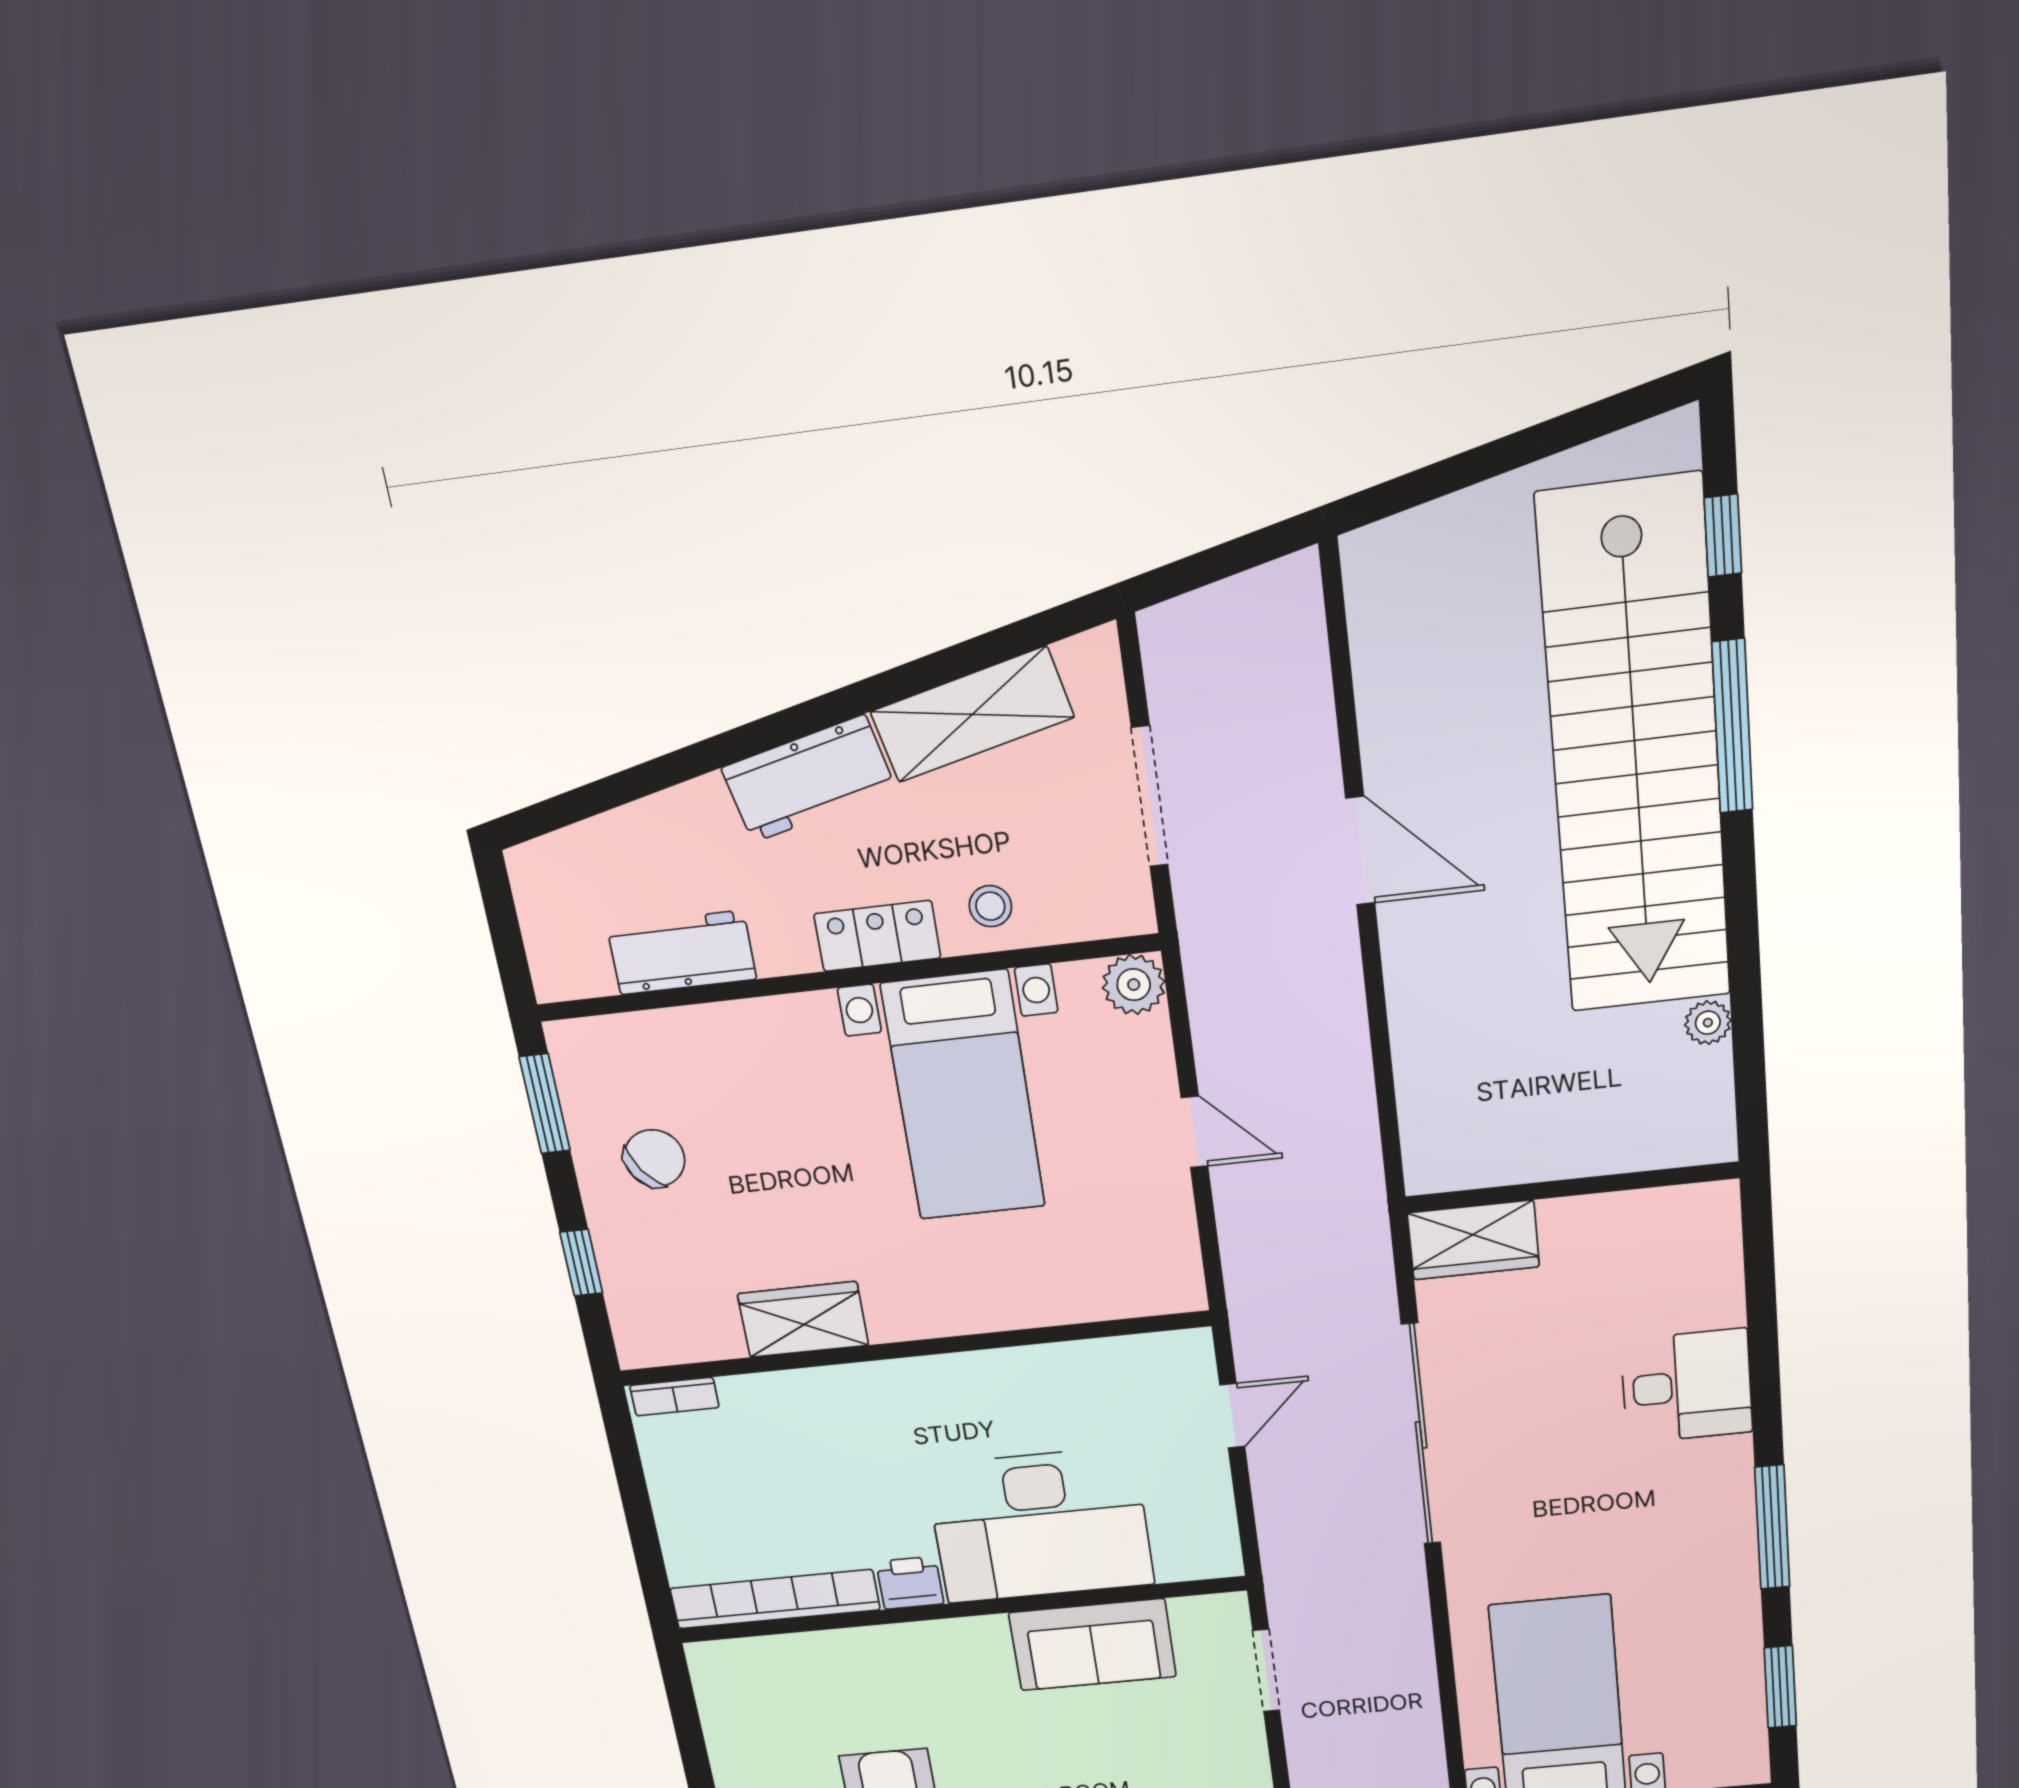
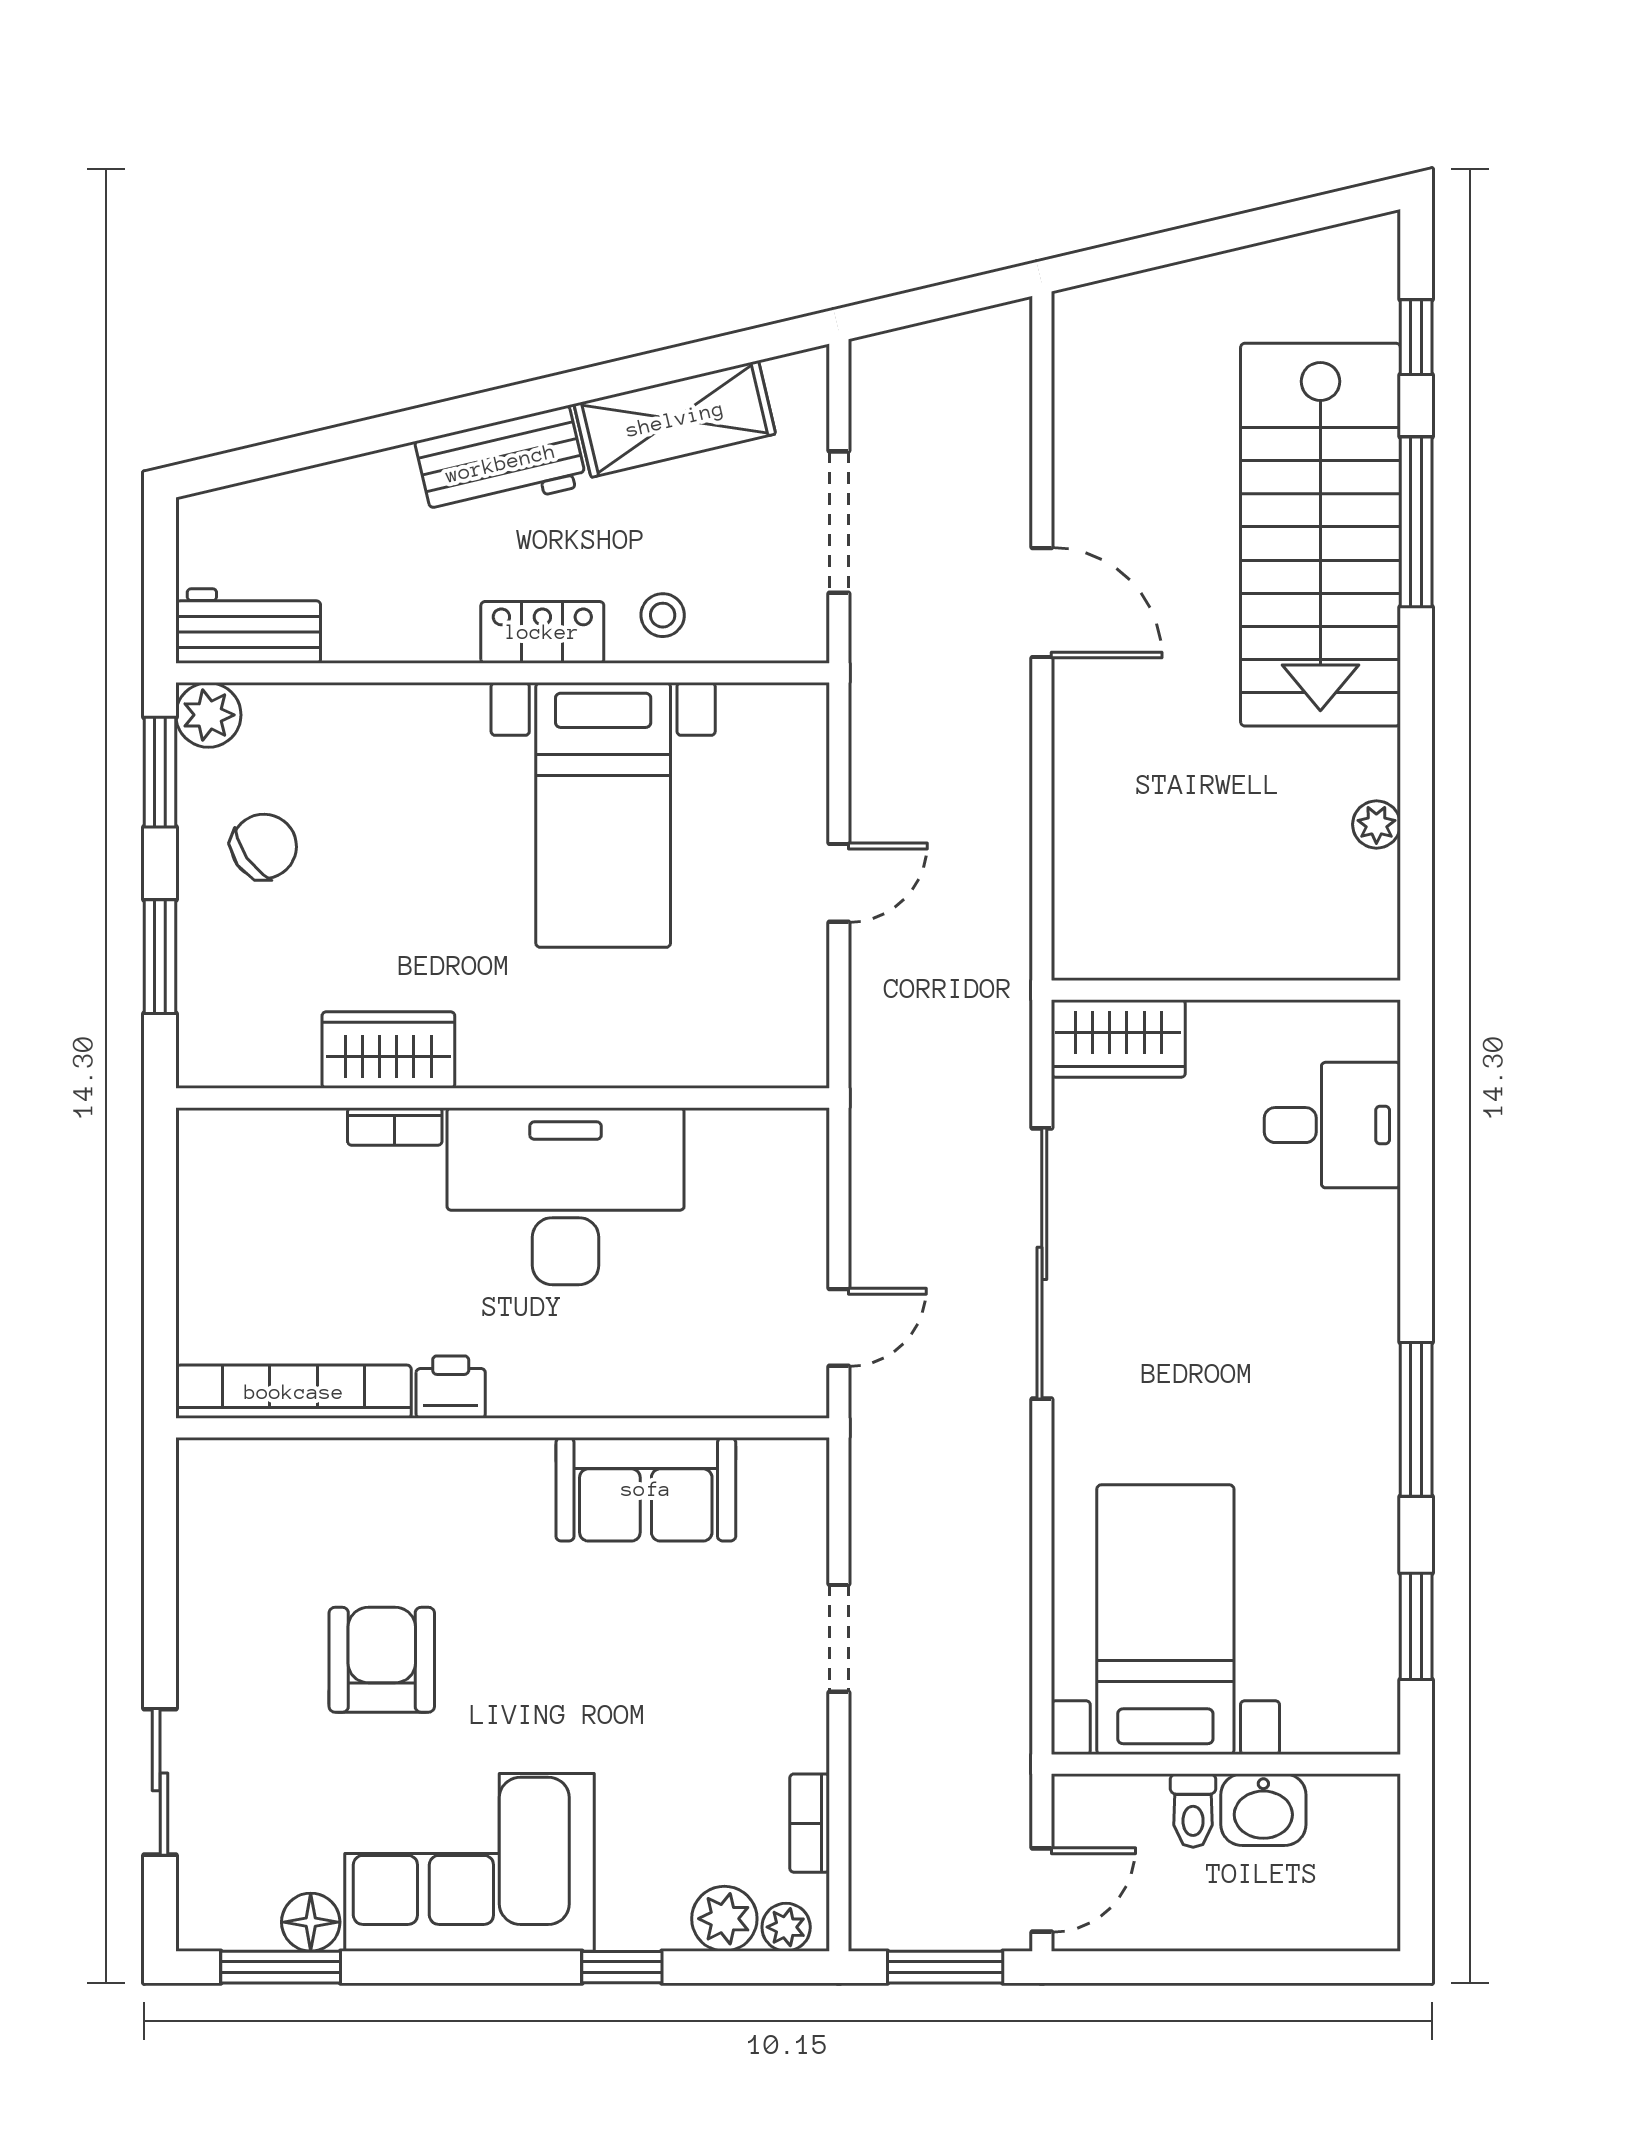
stairs: (1635, 751) -> (1320, 535), width x0.73
workbench: (682, 953) -> (248, 626), moved
plant: (1134, 985) -> (208, 715), moved
door: (1194, 1132) -> (839, 883), hinge flipped
window: (581, 1263) -> (160, 957), width x1.50
desk: (1687, 1386) -> (1332, 1125), moved
bookcase: (674, 1397) -> (395, 1126), moved
door: (1232, 1416) -> (839, 1327), moved
desk: (1040, 1525) -> (566, 1196), moved, turned 180
doorway: (1266, 1670) -> (839, 1638), moved

